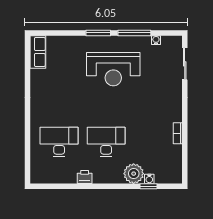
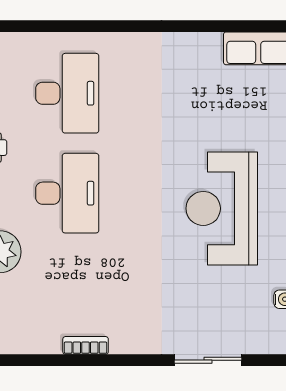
sliding door: (185, 64) -> (208, 360), moved

